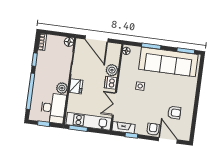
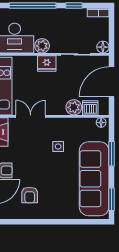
dishwasher: (111, 83) -> (90, 108), moved

